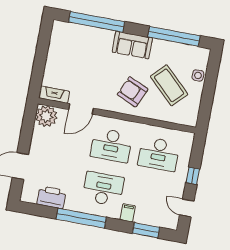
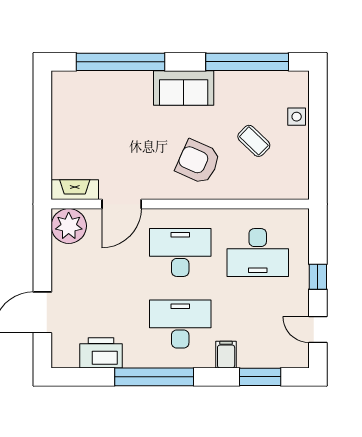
coffee table: (169, 85) -> (254, 141), width x0.54, depth x0.58
desk: (111, 145) -> (180, 252), turned 180

